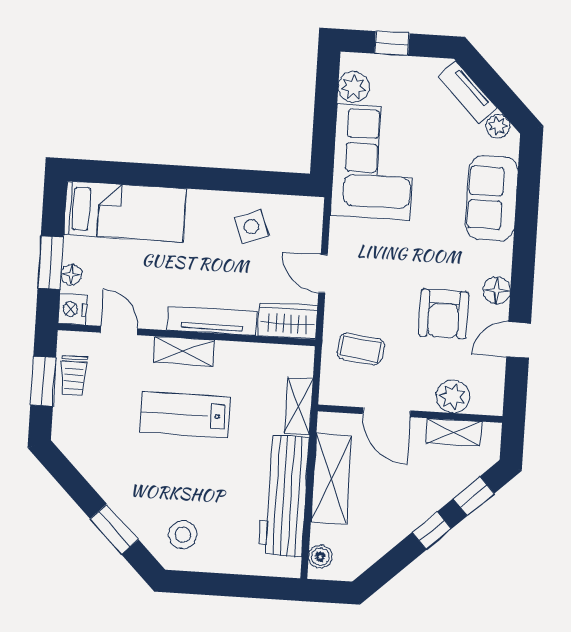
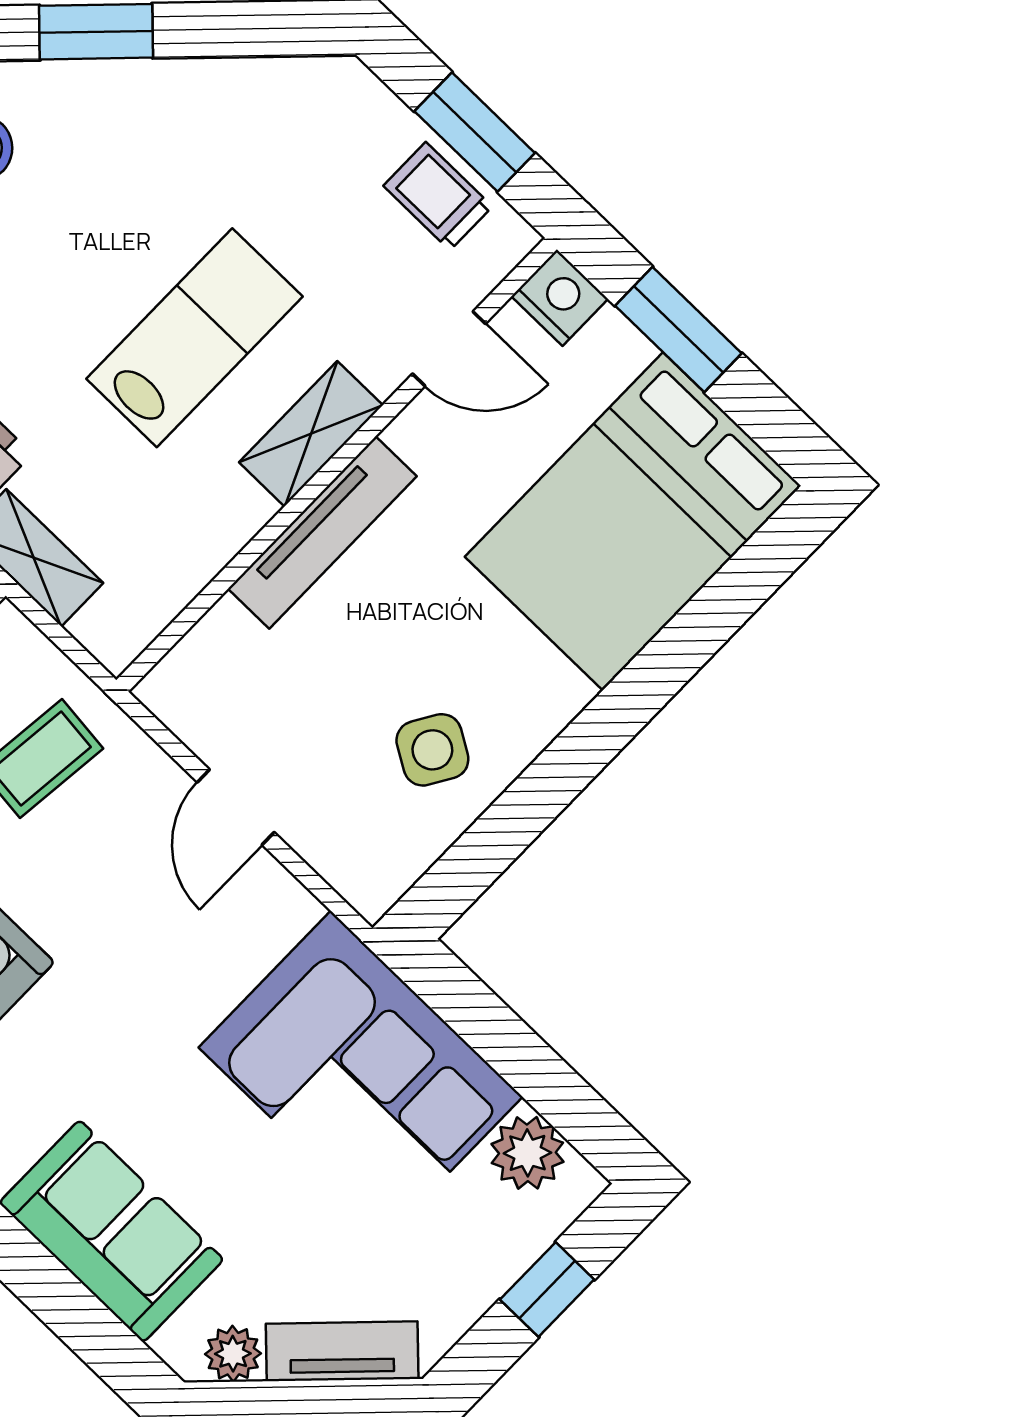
bed: (125, 212) -> (633, 521), width x1.50
side table: (251, 227) -> (432, 750), turned -38
door: (323, 274) -> (236, 807), swing flipped
floor lamp: (71, 275) -> (625, 349), removed
wardrobe: (288, 321) -> (205, 670), removed

